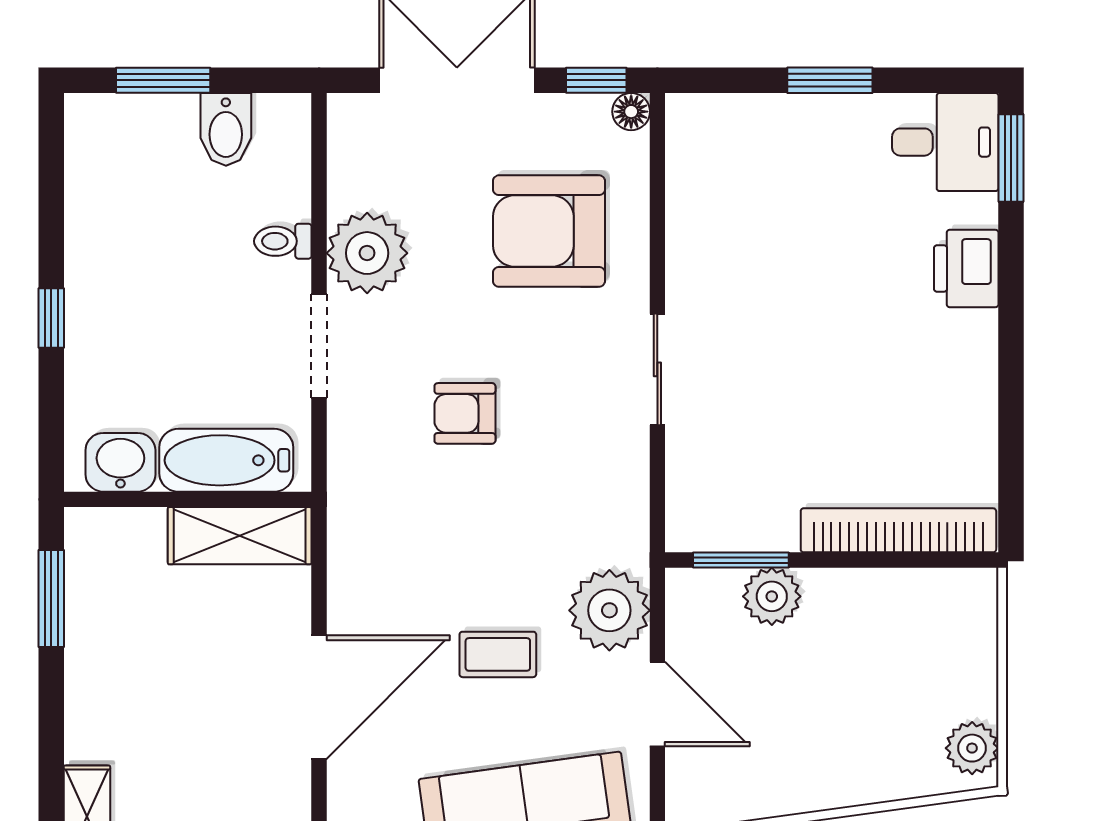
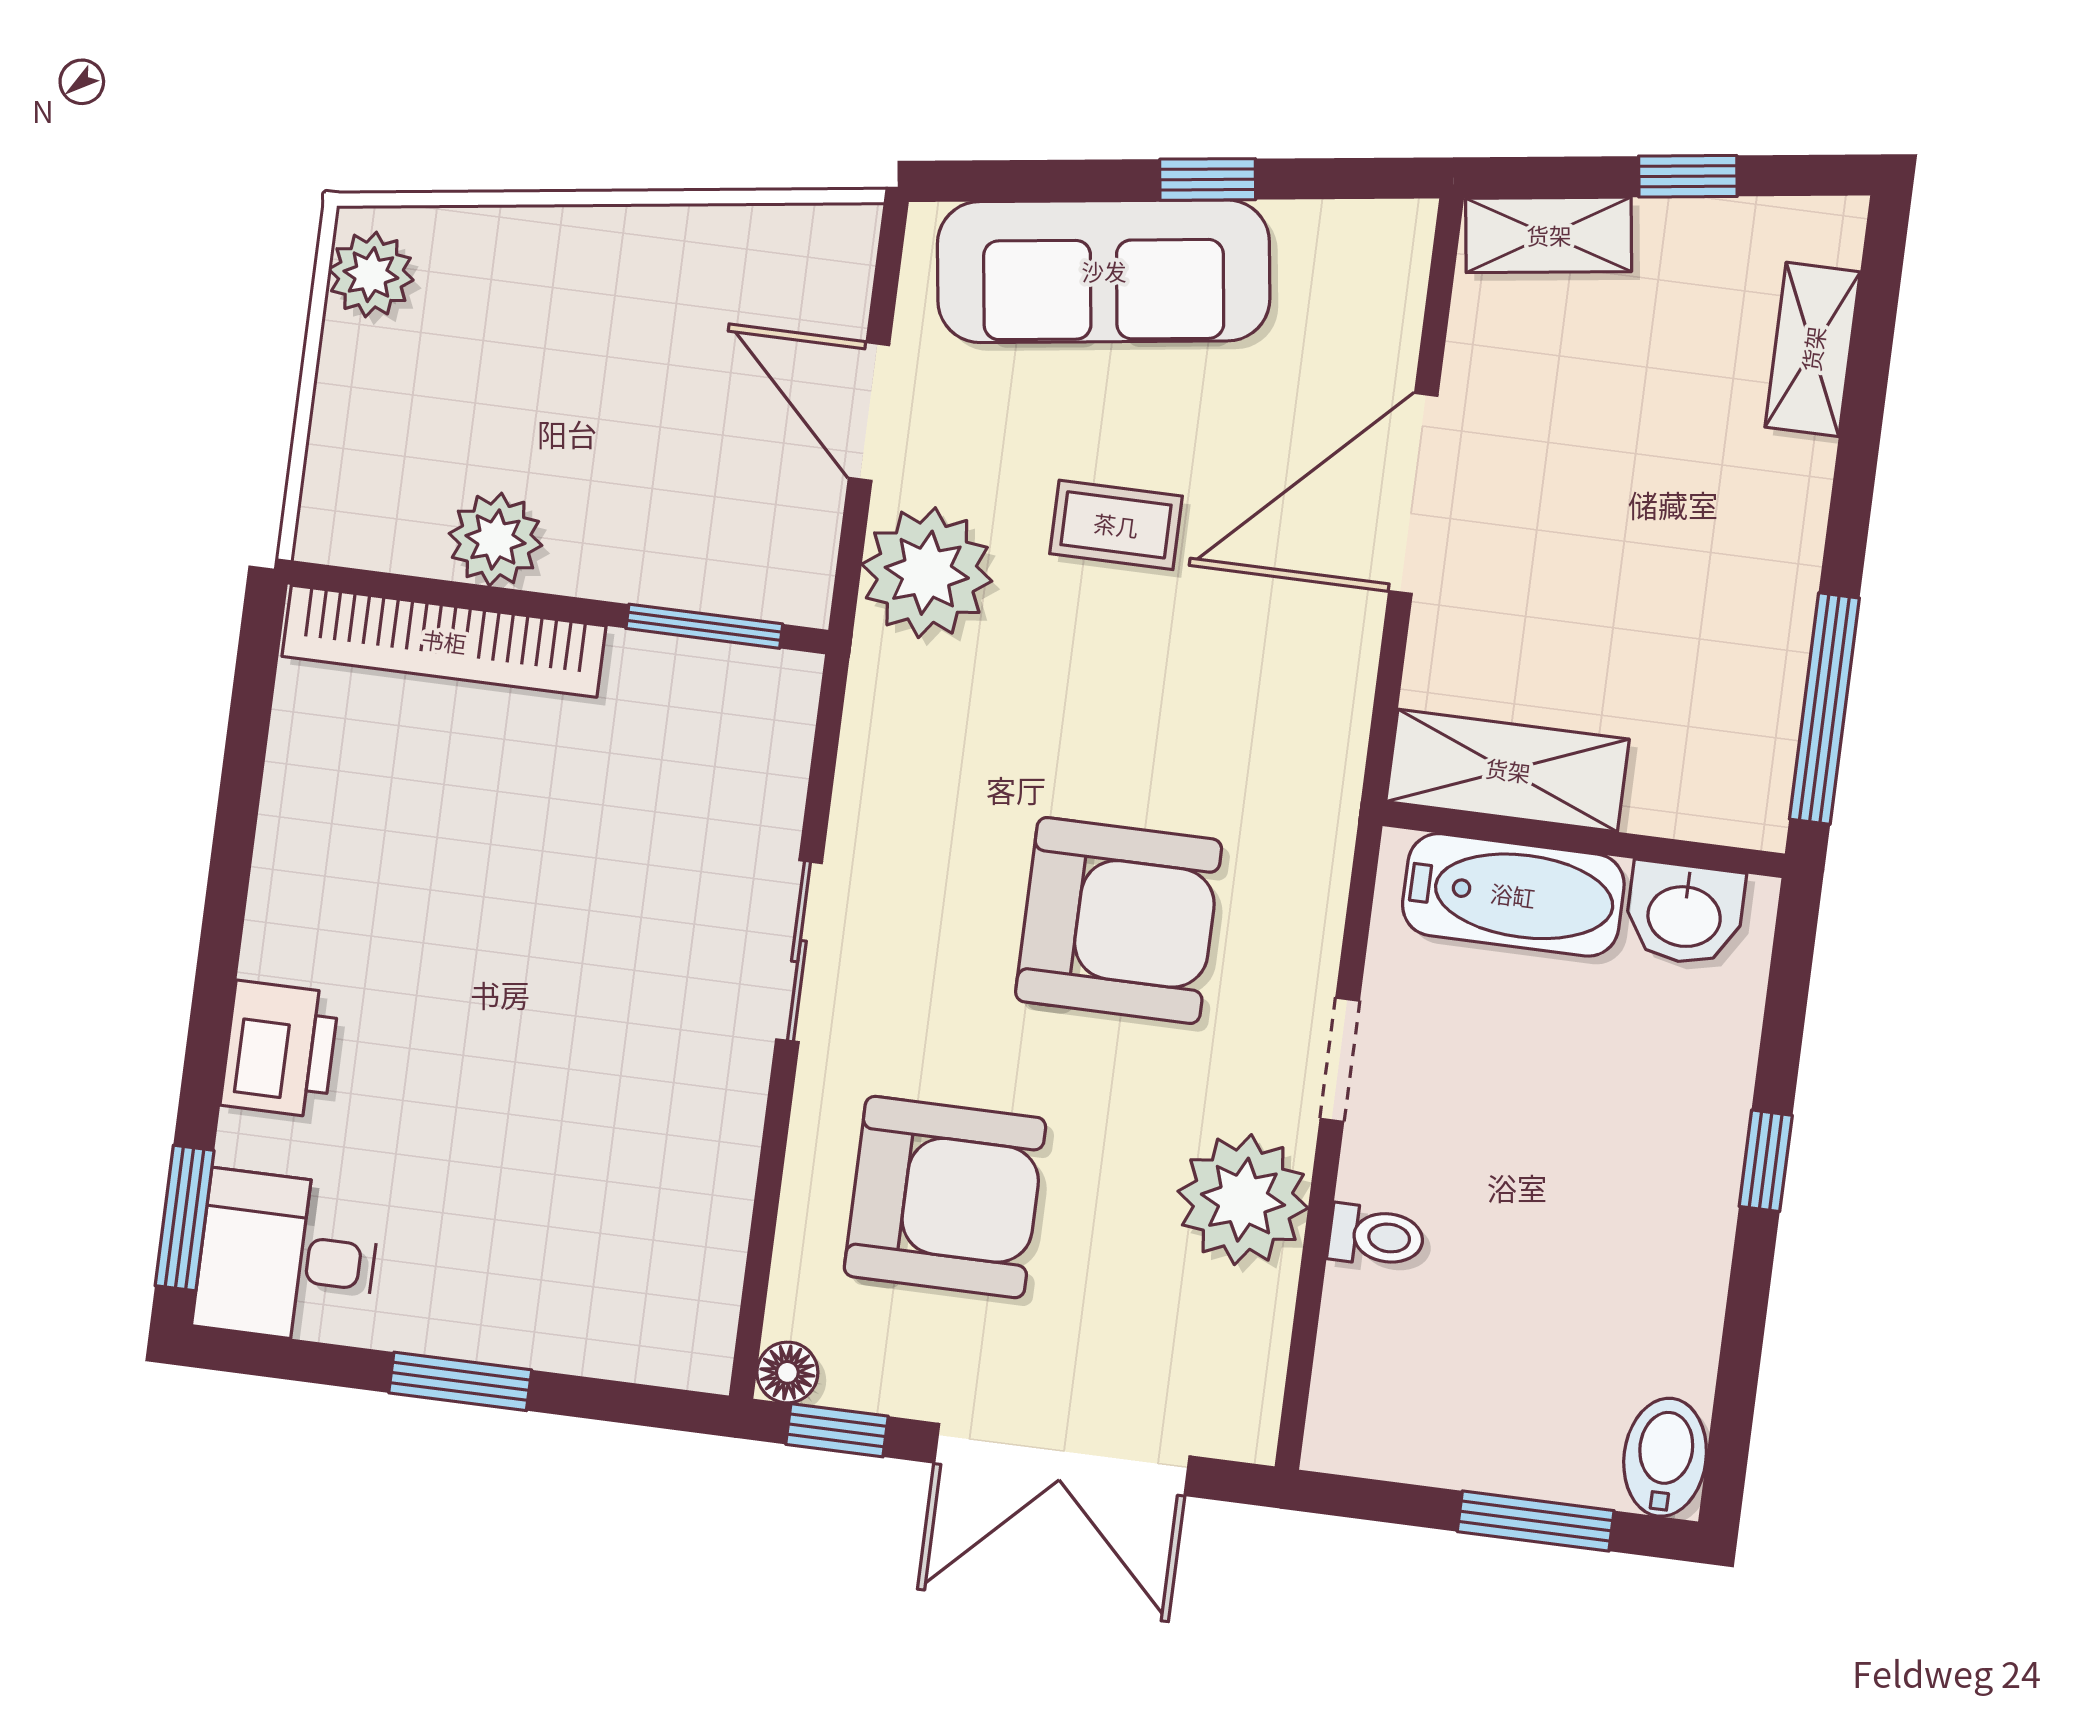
bidet: (226, 129) -> (1665, 1457), moved
doorway: (319, 346) -> (1340, 1060), width x0.73
armchair: (465, 413) -> (1119, 920), width x1.88, depth x1.88
plant: (772, 596) -> (495, 539), moved
window: (51, 599) -> (1824, 709), width x1.44

